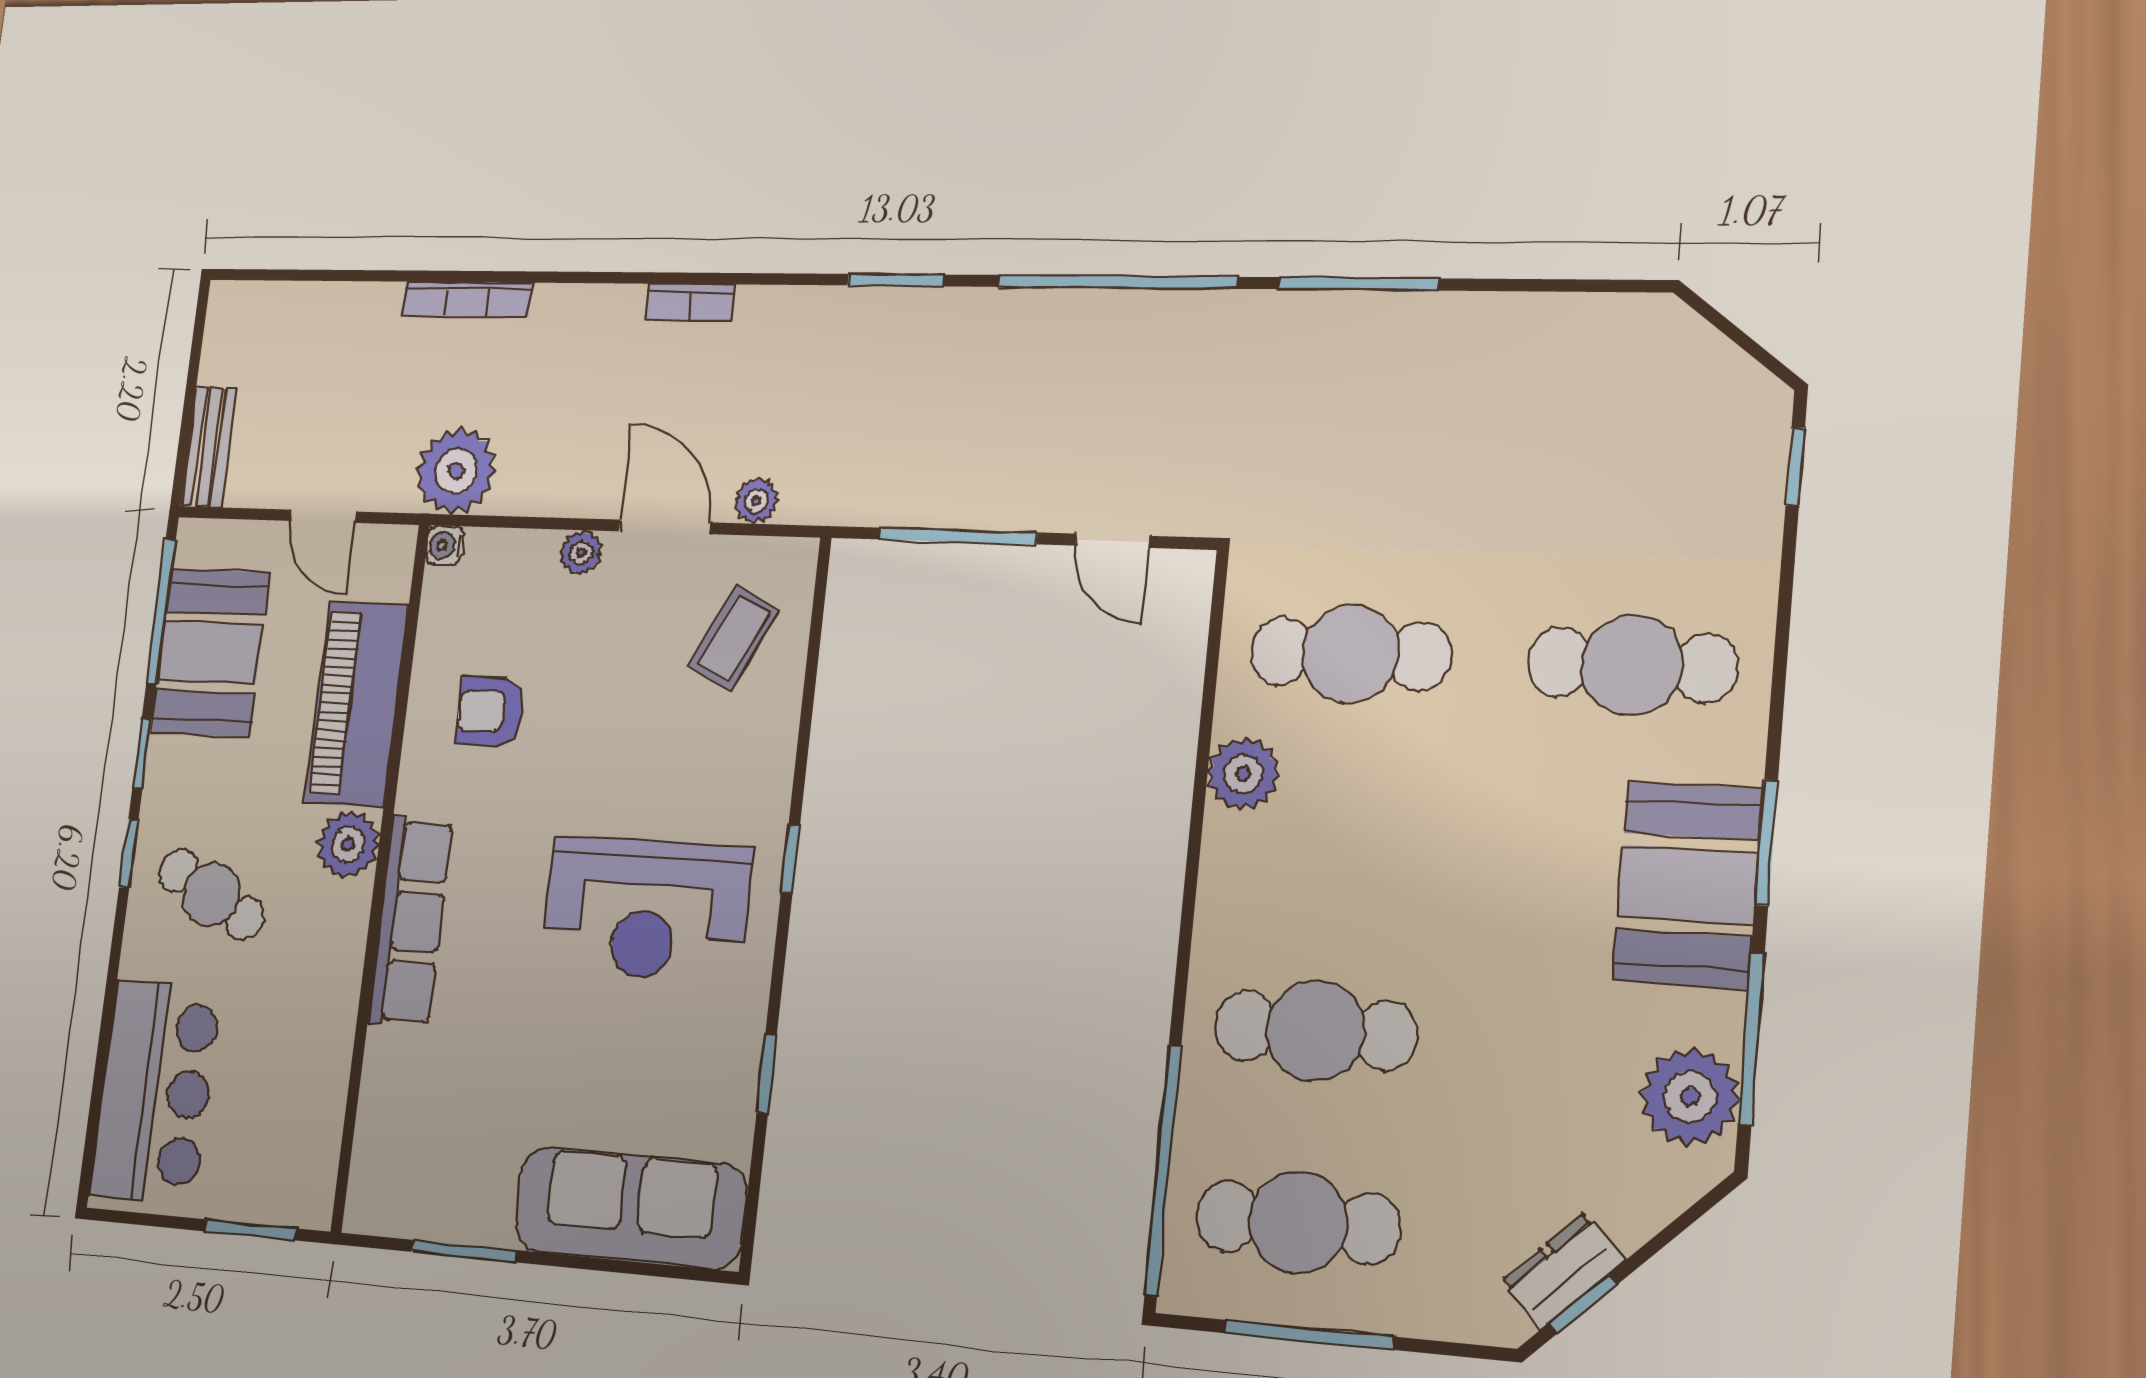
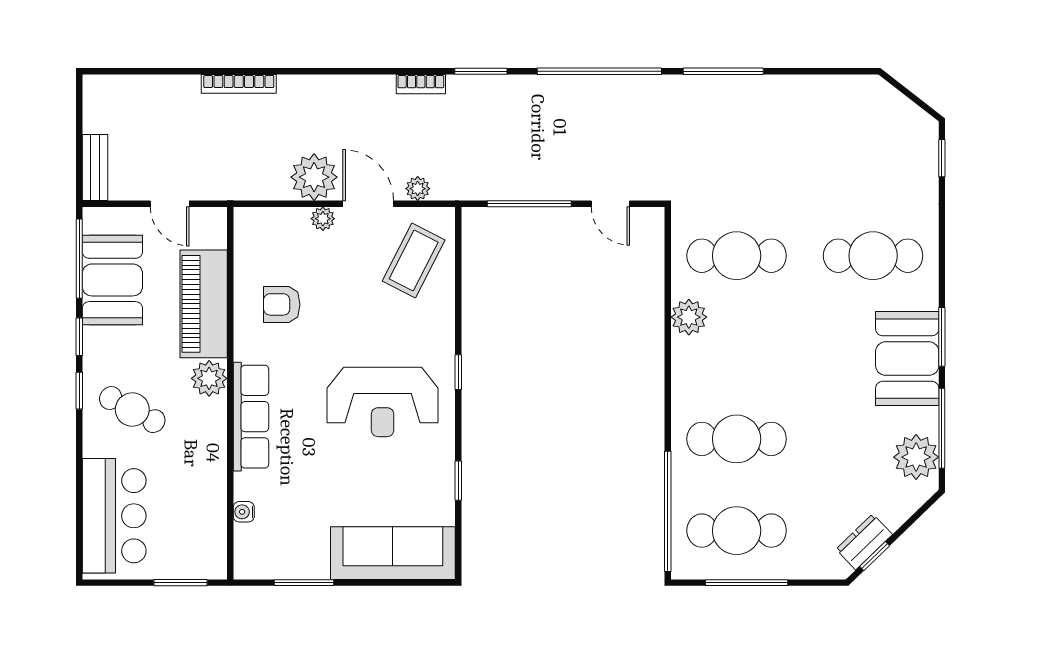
bookcase: (690, 302) -> (421, 84), moved
plant: (456, 471) -> (314, 177), moved
water cooler: (445, 545) -> (244, 512), moved
coffee table: (733, 638) -> (414, 261), width x1.36, depth x1.30

